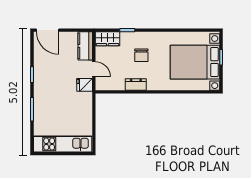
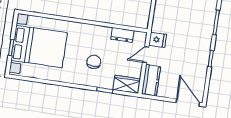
door: (94, 69) -> (146, 55), hinge flipped
dresser: (136, 85) -> (122, 35), moved

